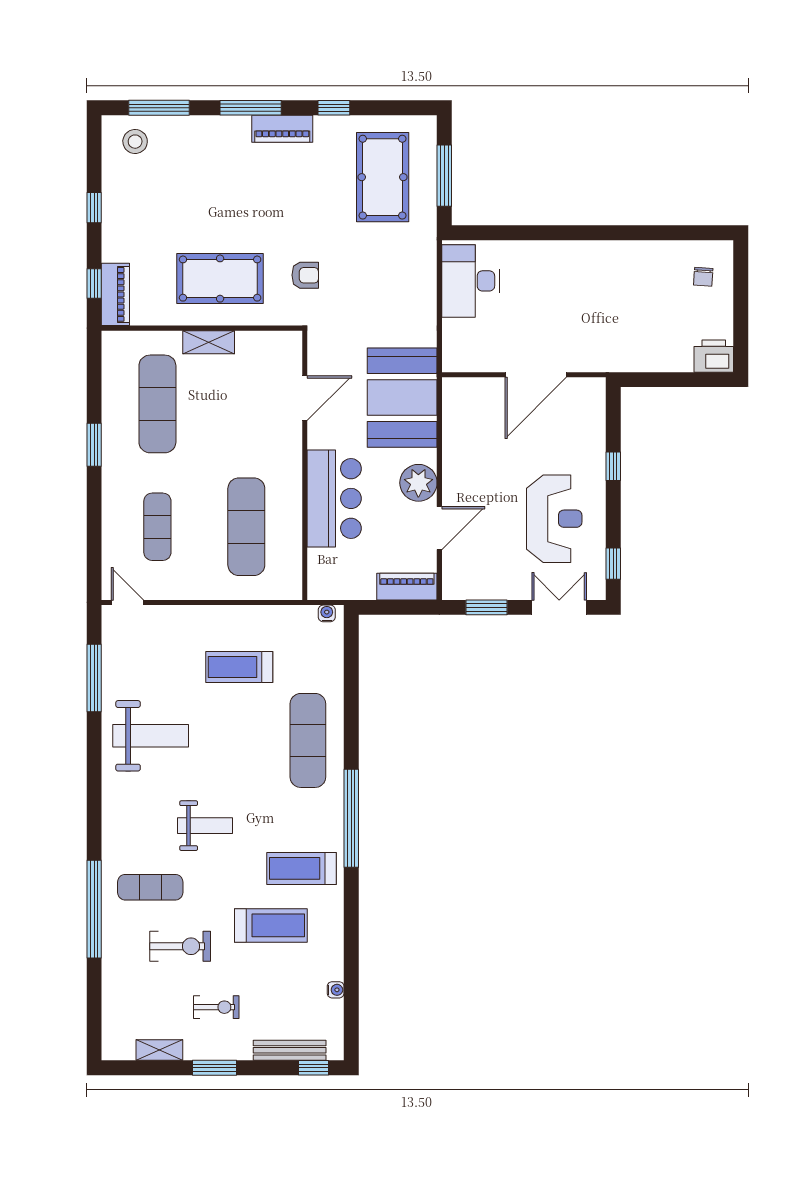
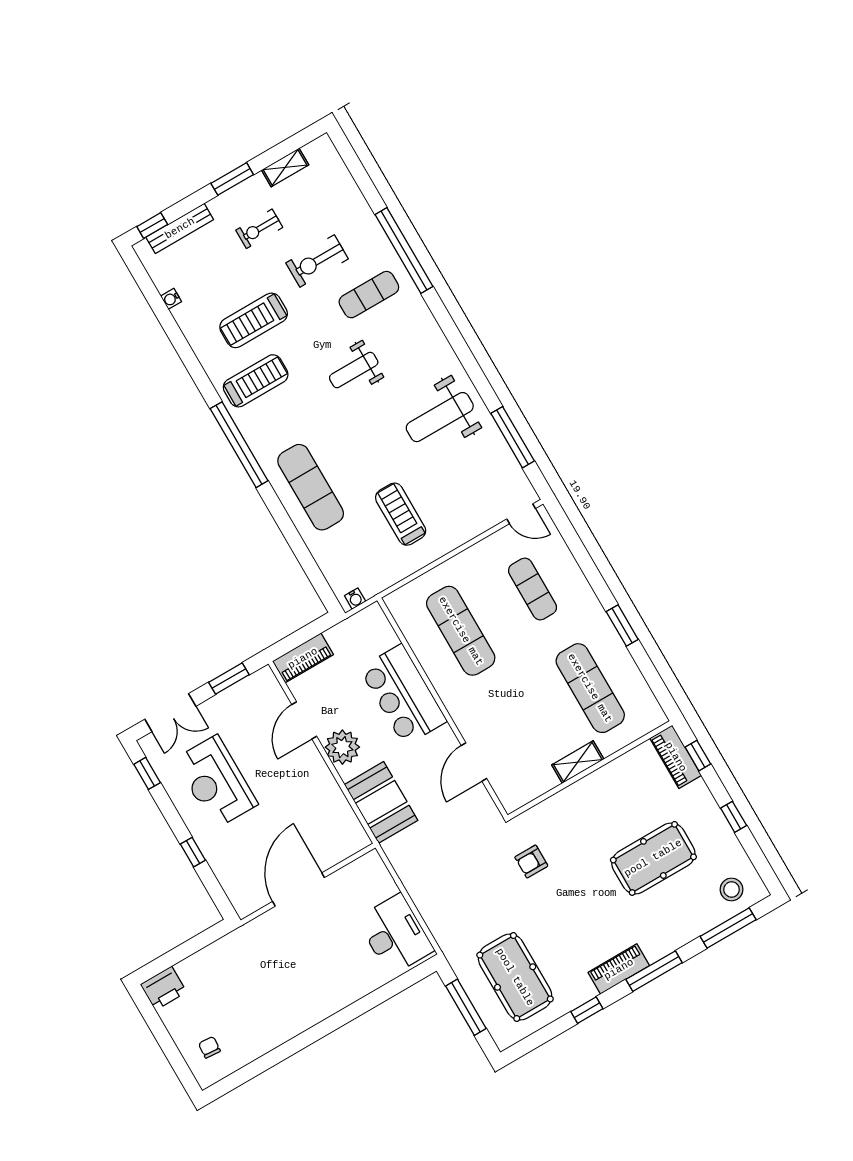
pool table: (220, 279) -> (653, 858), moved
booth: (402, 398) -> (381, 802), width x0.73, depth x0.70
treadmill: (239, 667) -> (401, 514), turned -90

